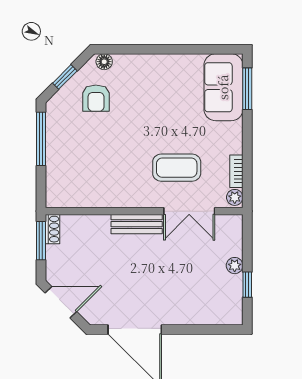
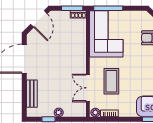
window: (41, 139) -> (108, 8), moved
corner sofa: (88, 177) -> (106, 34), added
bench: (137, 224) -> (32, 94), moved

